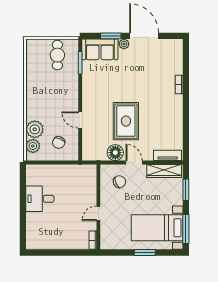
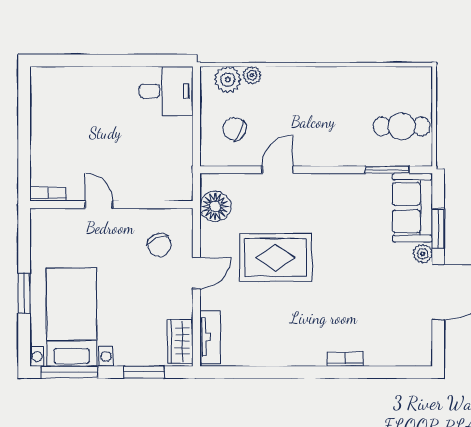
plant: (35, 129) -> (252, 75), width x0.53, depth x0.53
floor lamp: (115, 153) -> (215, 206), moved
wardrobe: (164, 171) -> (180, 341), width x0.67
desk: (40, 199) -> (166, 91), moved, turned 90

